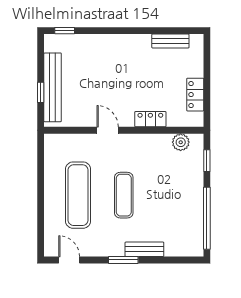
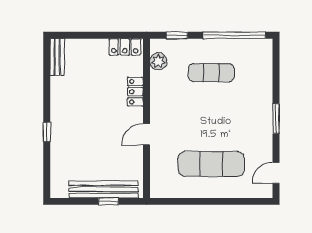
window: (65, 31) -> (47, 132), moved
bench: (170, 41) -> (57, 57), moved
locker: (195, 95) -> (125, 47), moved
exercise mat: (124, 195) -> (211, 73), moved
bench: (144, 249) -> (265, 98), removed

